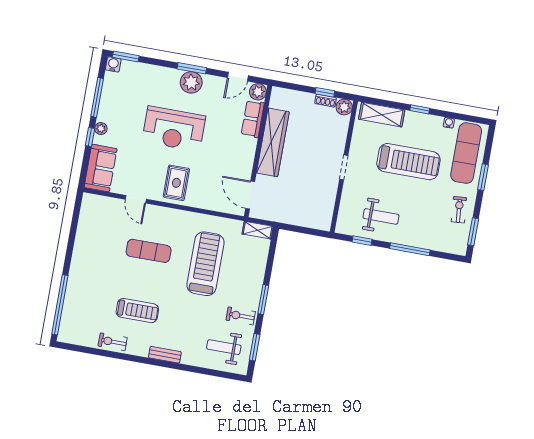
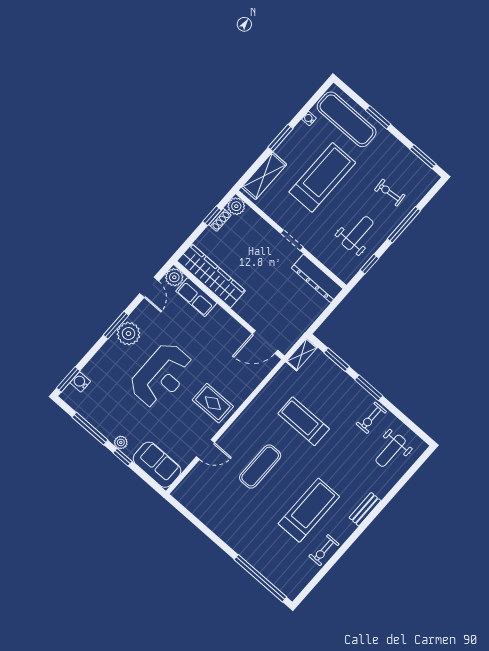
water cooler: (113, 64) -> (80, 382), moved
window: (420, 109) -> (280, 138), width x1.50
wardrobe: (273, 142) -> (211, 276), moved
dresser: (326, 206) -> (317, 278), added
exercise bike: (459, 210) -> (390, 193), moved
treadmill: (205, 264) -> (304, 421), width x0.73, depth x0.73
treadmill: (137, 311) -> (309, 510), width x1.37, depth x1.38
window: (255, 347) -> (337, 360), moved

